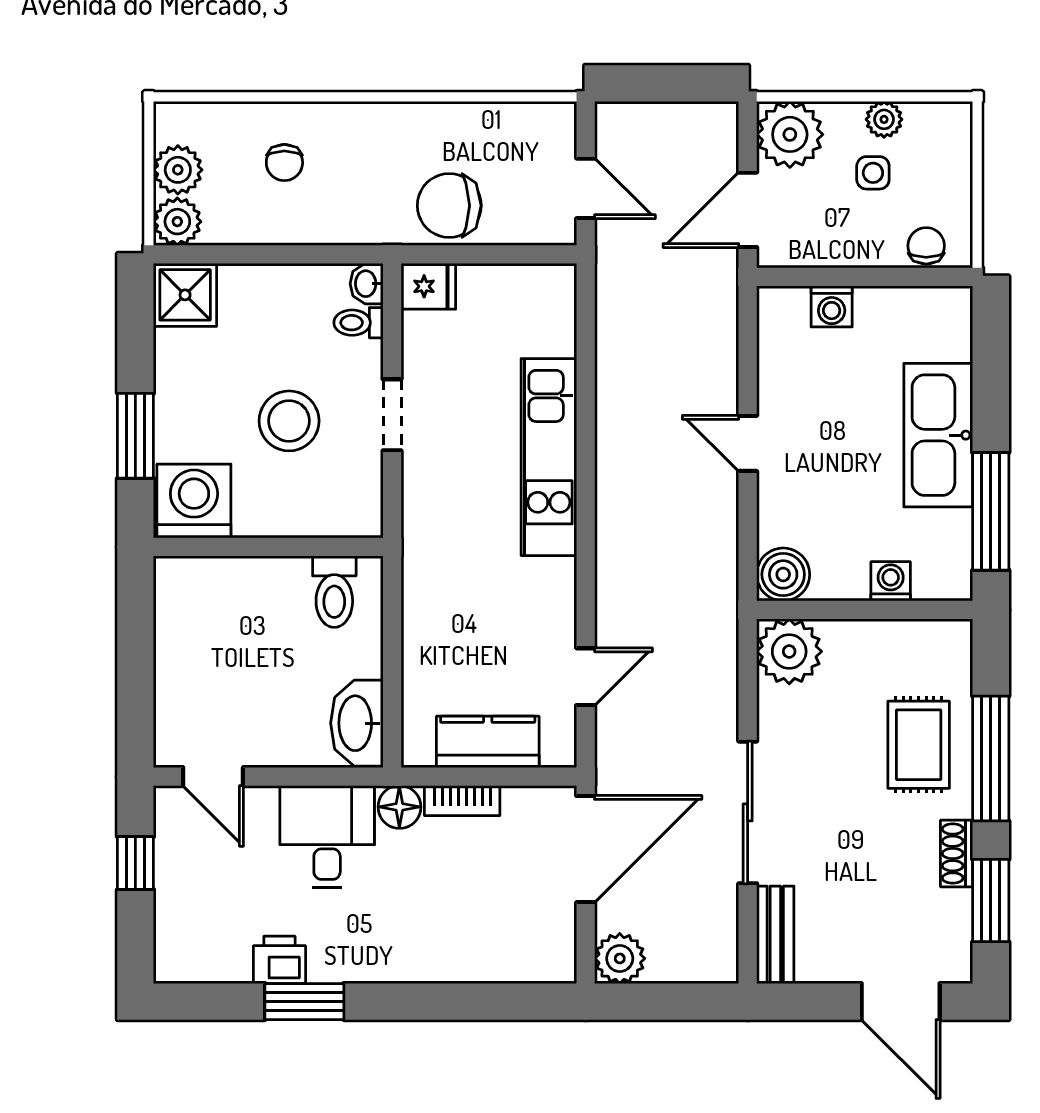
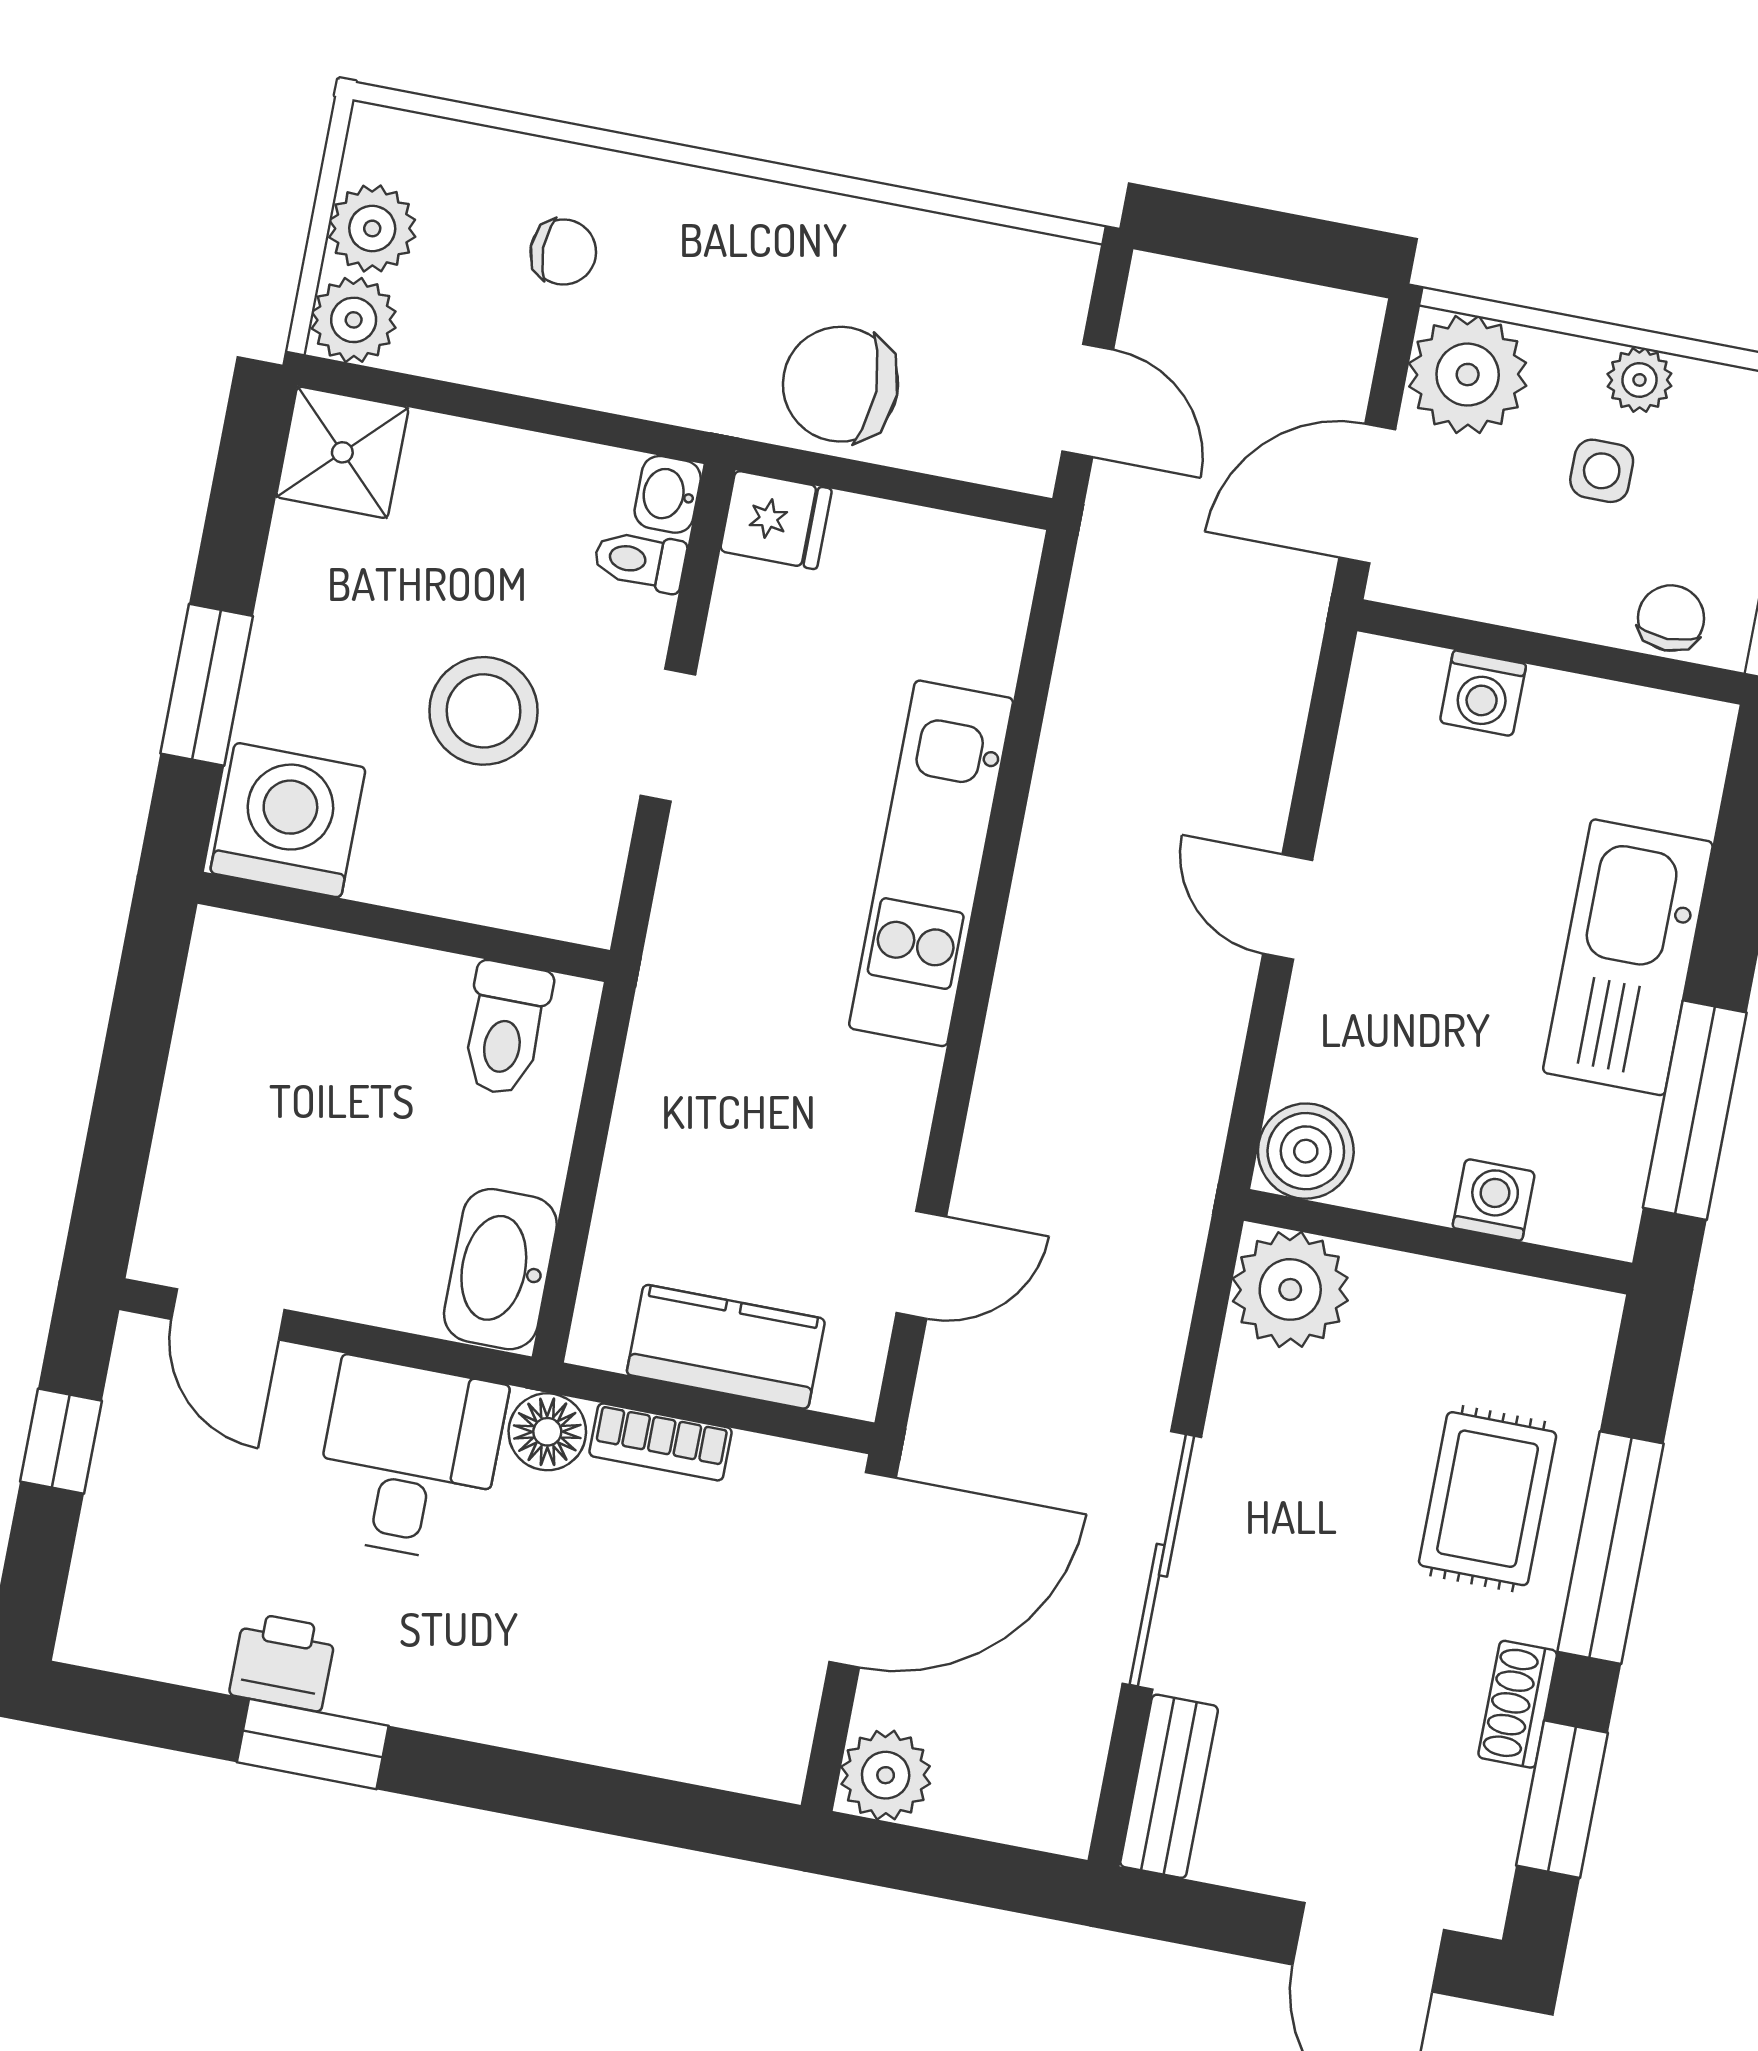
chair: (284, 163) -> (563, 252), turned -90

